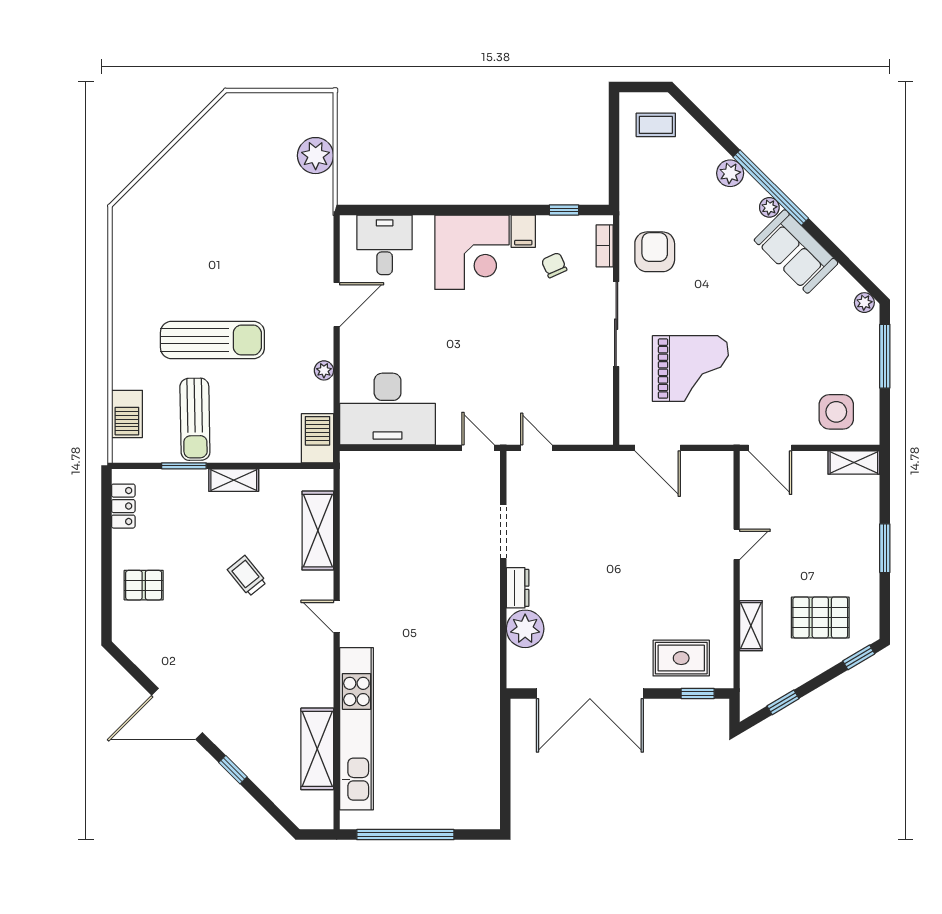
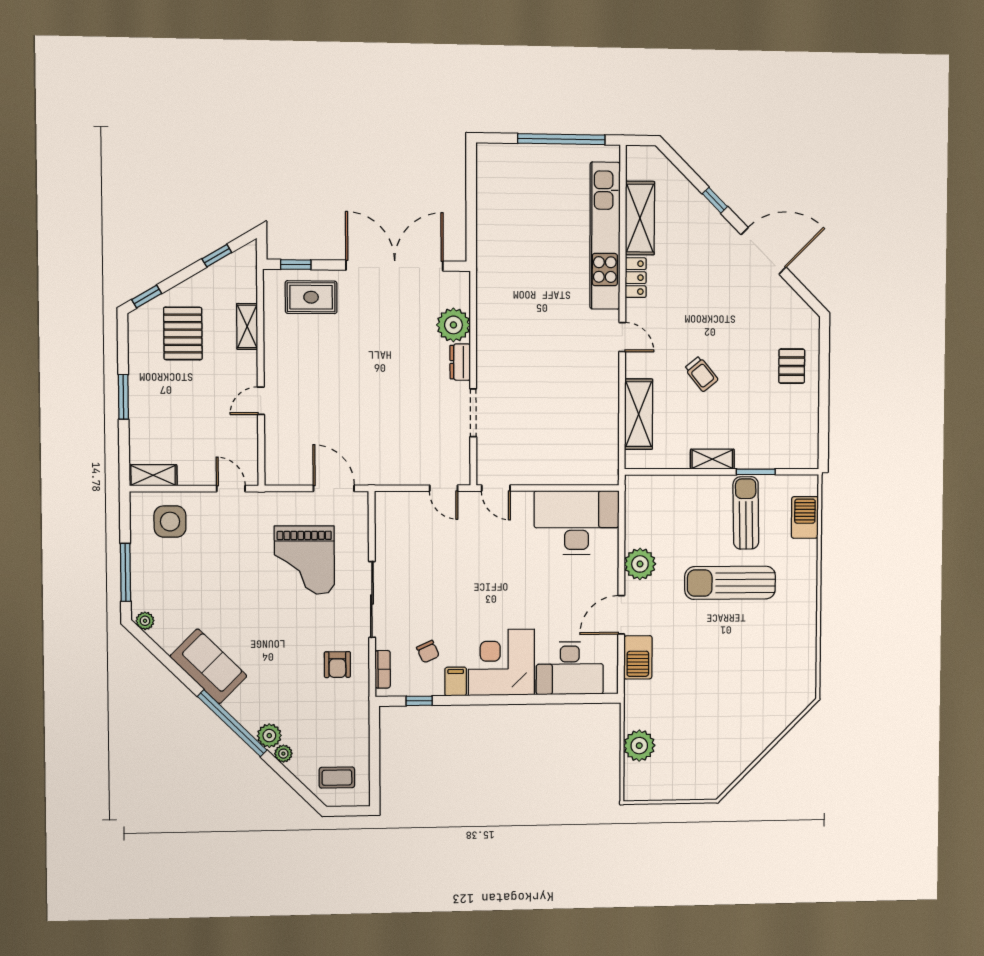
plant: (769, 207) -> (283, 754), moved
desk: (385, 245) -> (570, 668), width x1.37
armchair: (655, 252) -> (337, 665), width x0.72, depth x0.72
grand piano: (690, 369) -> (304, 560), turned -90
plant: (324, 370) -> (640, 564), width x1.88, depth x1.88
barbecue: (317, 438) -> (638, 657), moved
door: (770, 448) -> (231, 489), width x0.73
locker: (123, 506) -> (636, 278), moved, turned 180
pallet: (144, 585) -> (792, 366), turned 90
pallet: (820, 617) -> (183, 334), turned 90

